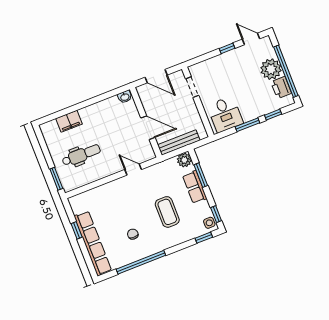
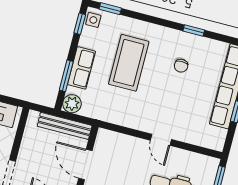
door: (133, 170) -> (161, 140), moved
coffee table: (167, 212) -> (129, 63), width x1.36, depth x1.32
window: (141, 262) -> (194, 30), width x0.32

